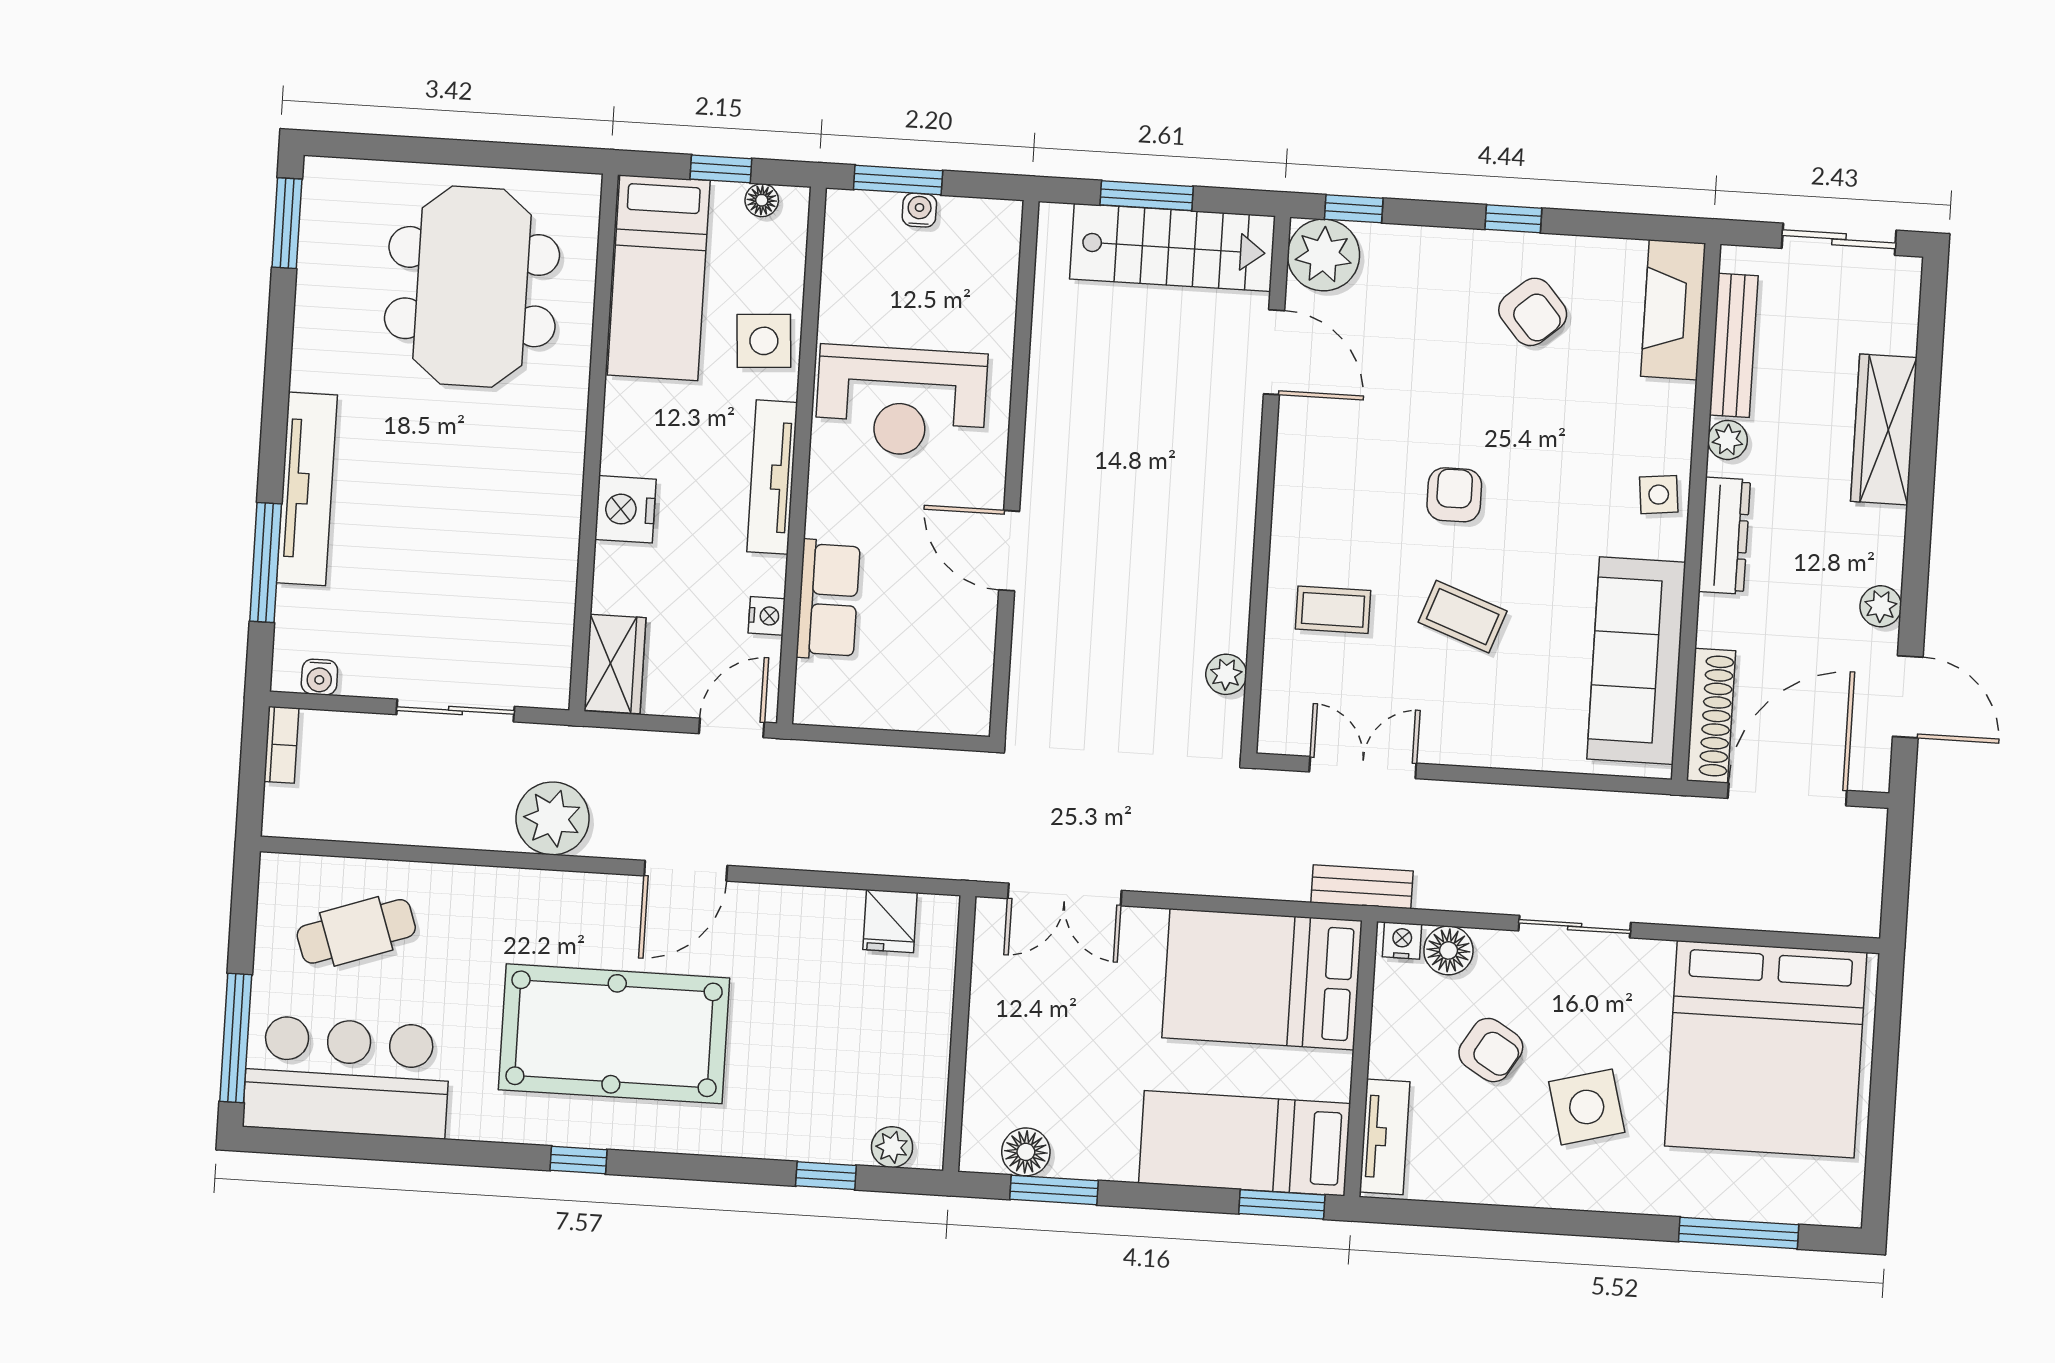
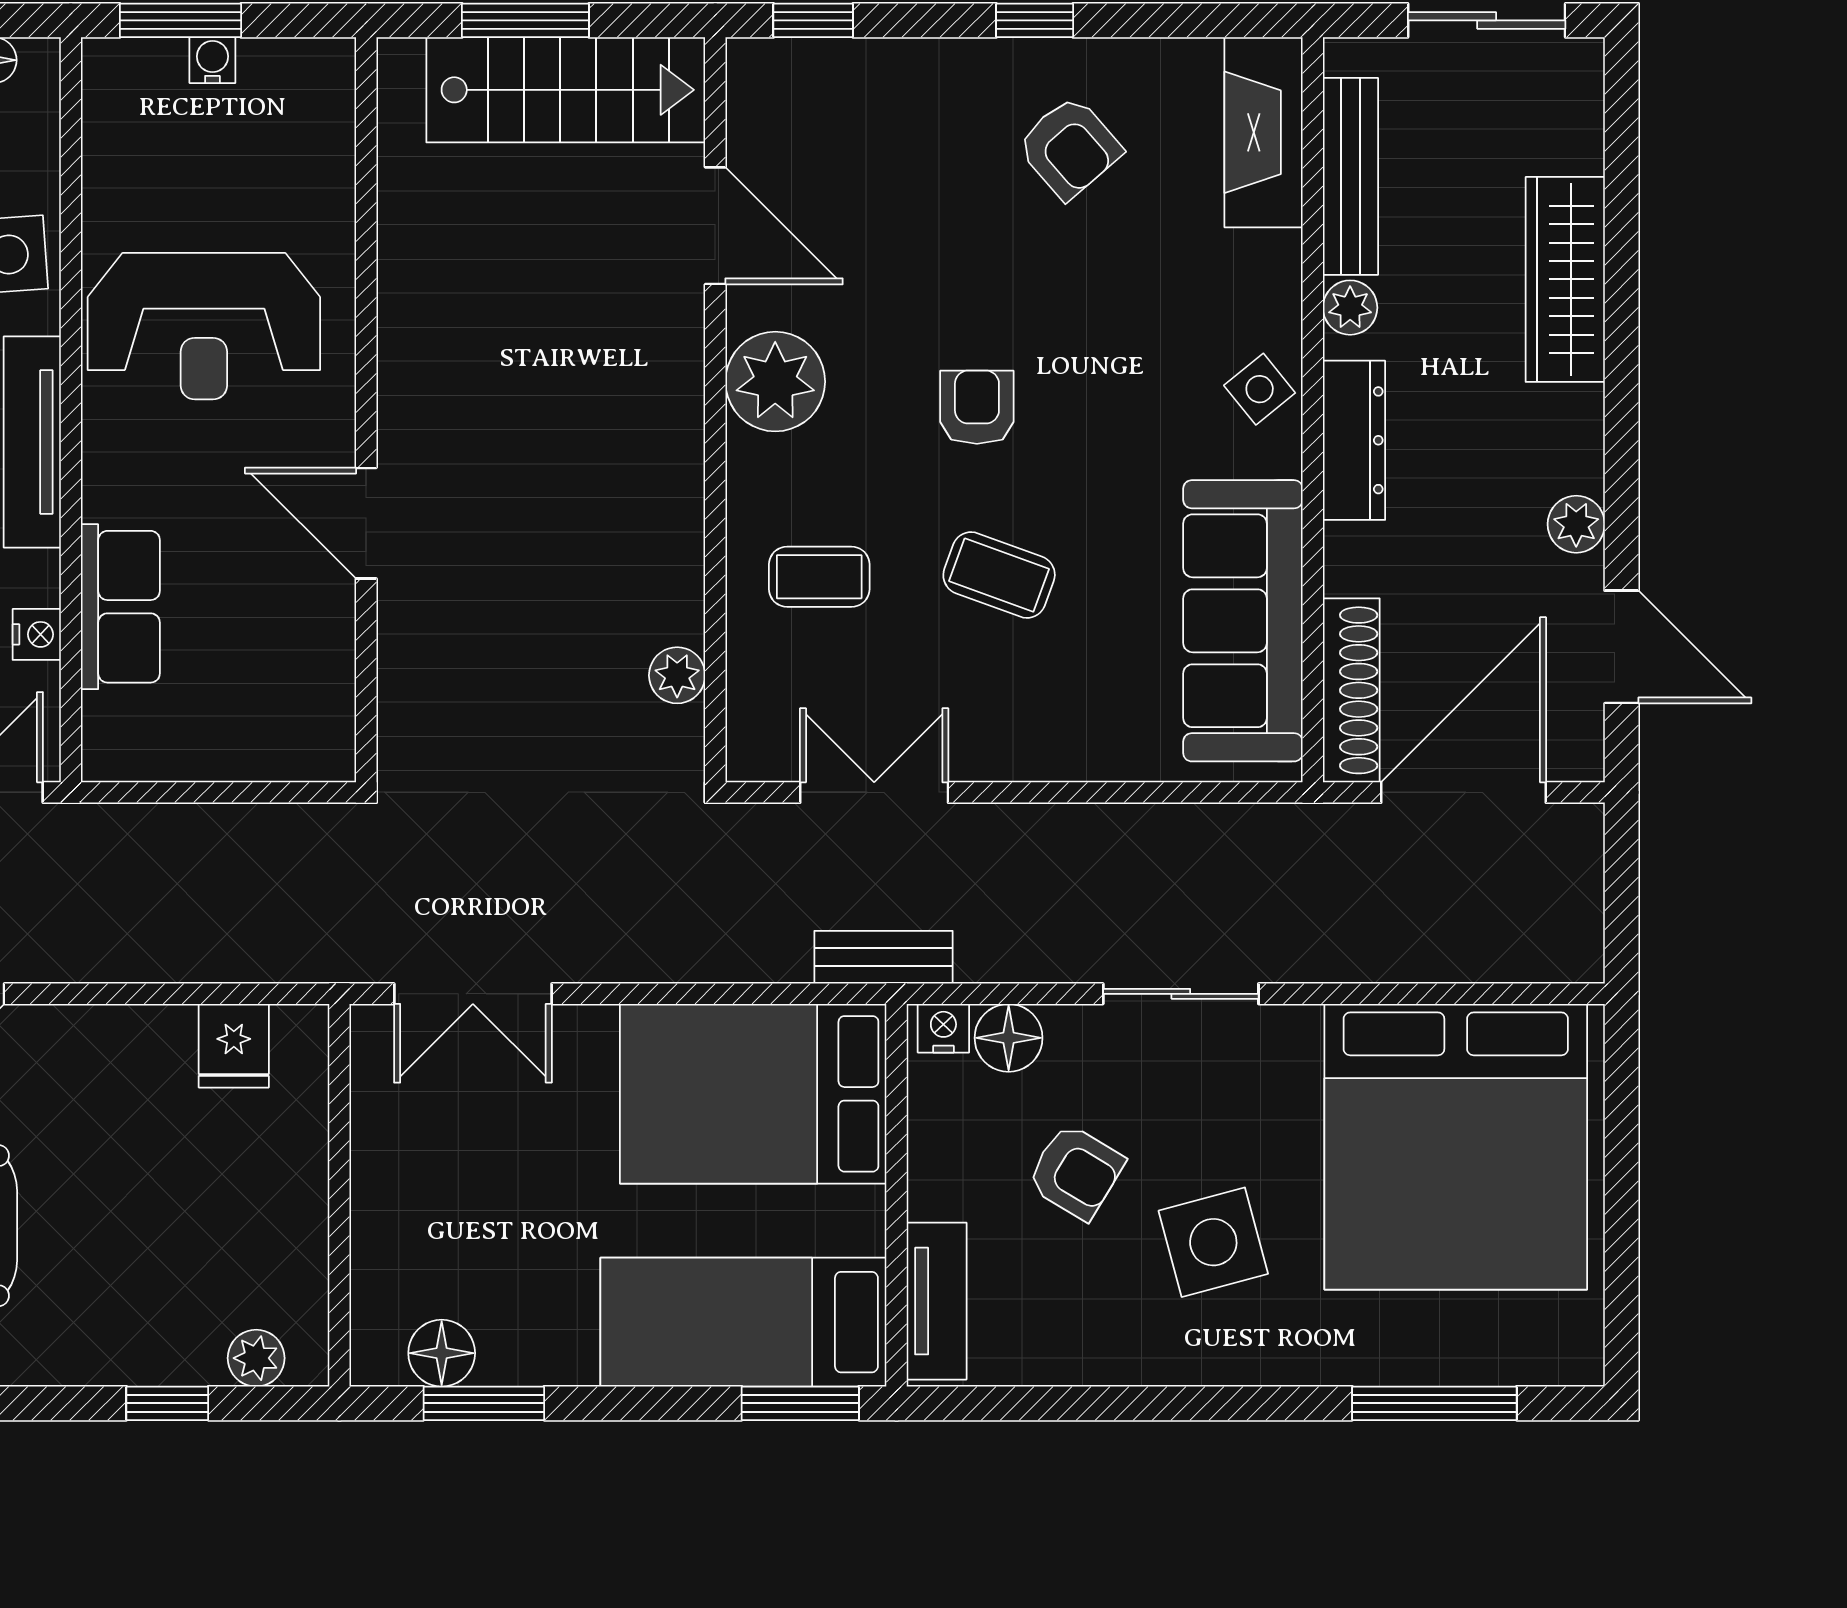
plant: (1324, 255) -> (775, 382), moved
side table: (1659, 495) -> (1260, 389), turned -33

